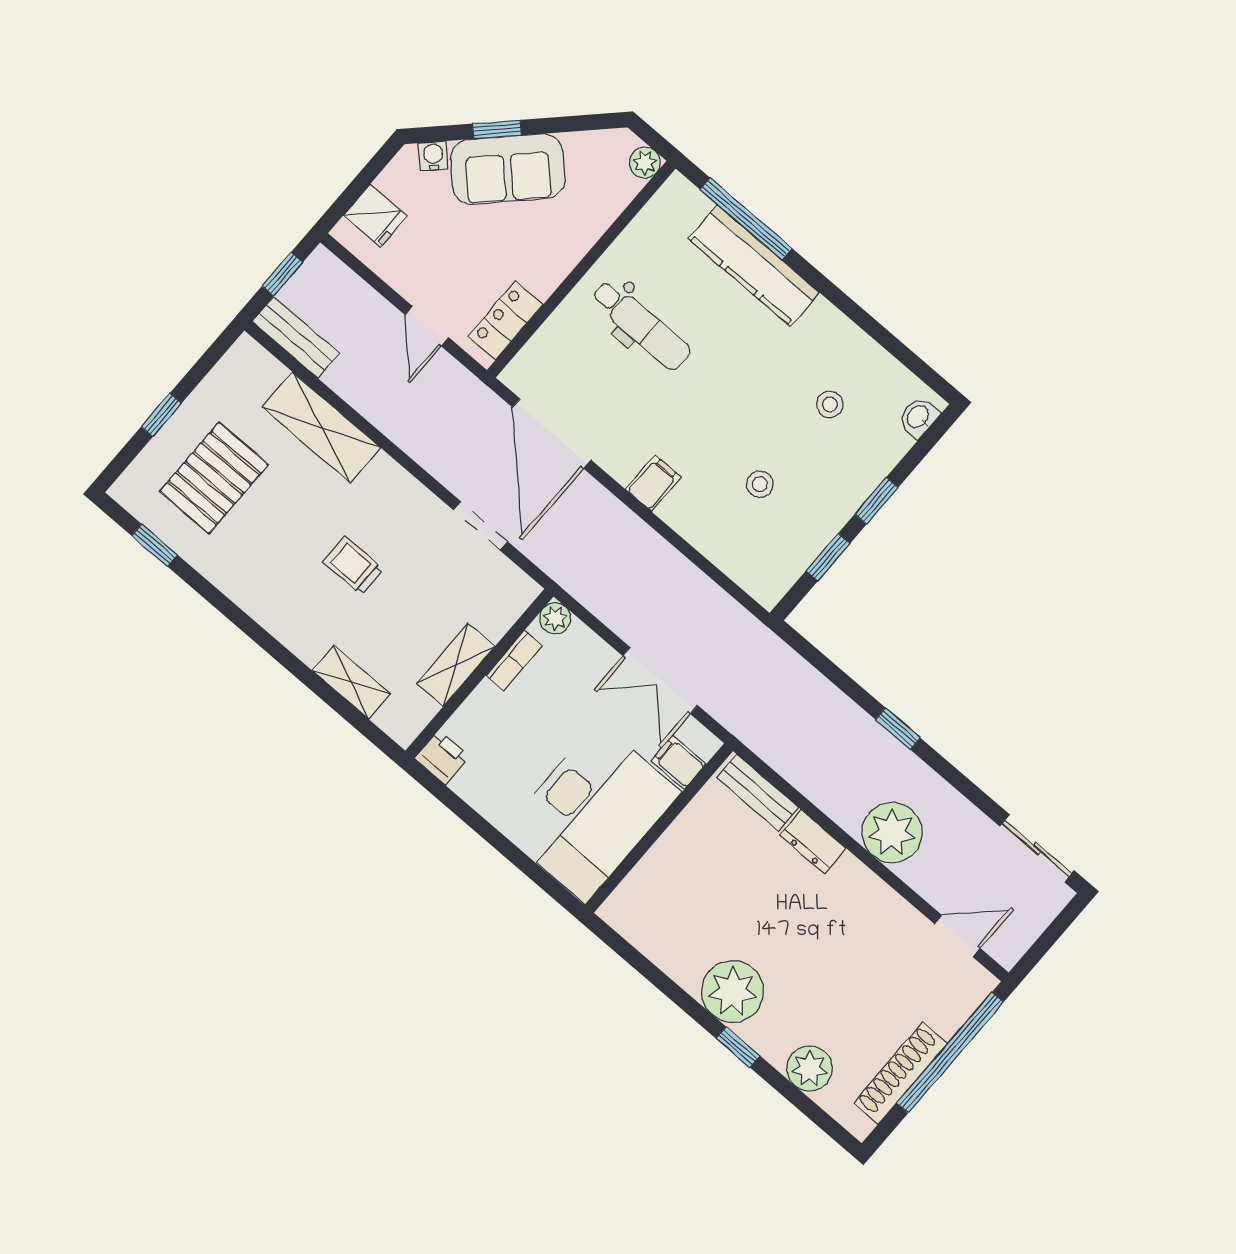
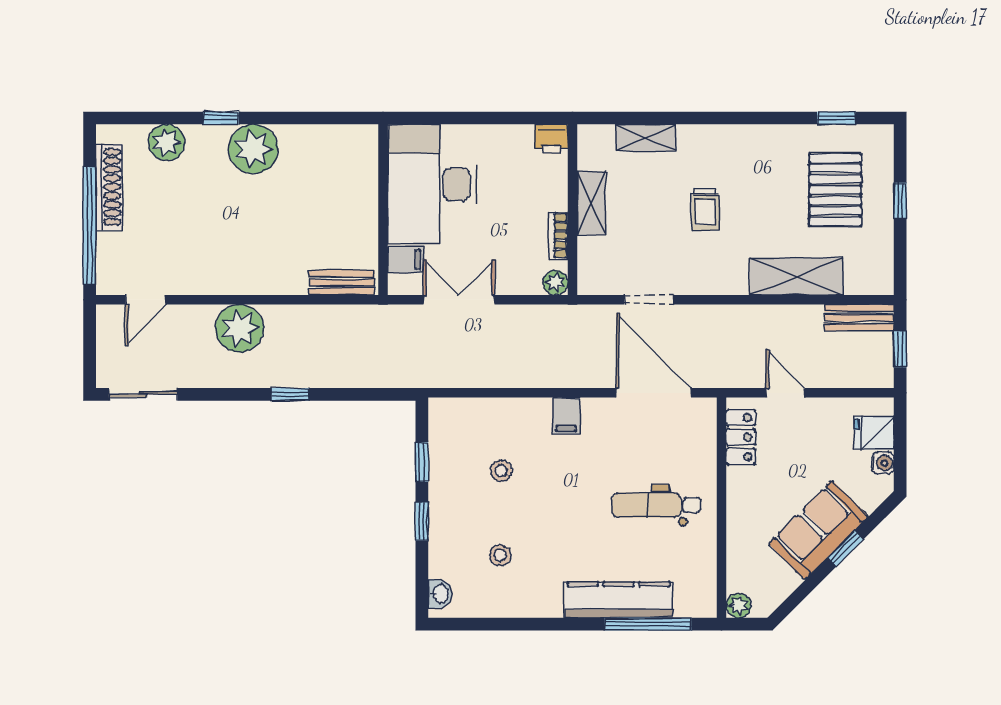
water cooler: (433, 156) -> (883, 463), moved, turned -45
trolley: (353, 565) -> (705, 209), turned 90
dresser: (813, 842) -> (283, 282), removed

